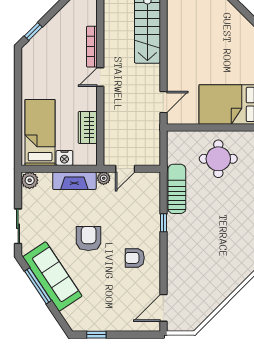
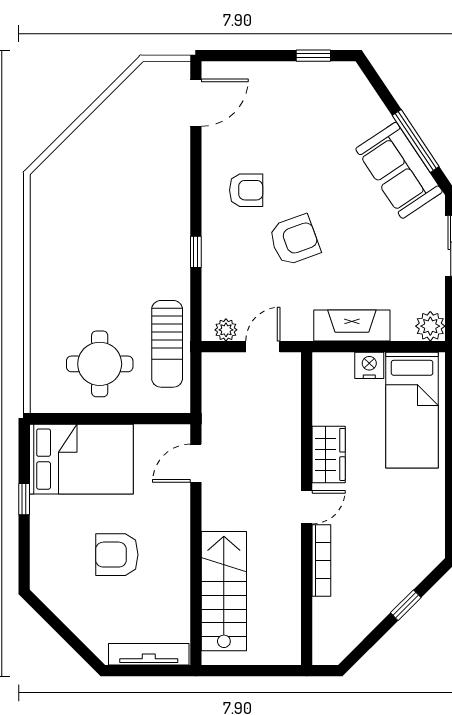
window: (33, 31) -> (406, 605), moved
armchair: (208, 50) -> (117, 555), added
wardrobe: (88, 127) -> (329, 454), moved
plant: (104, 178) -> (226, 330), moved
sun lounger: (177, 189) -> (167, 344), moved
armchair: (89, 238) -> (294, 240), moved, turned -110
sofa: (52, 277) -> (399, 170), width x0.73

